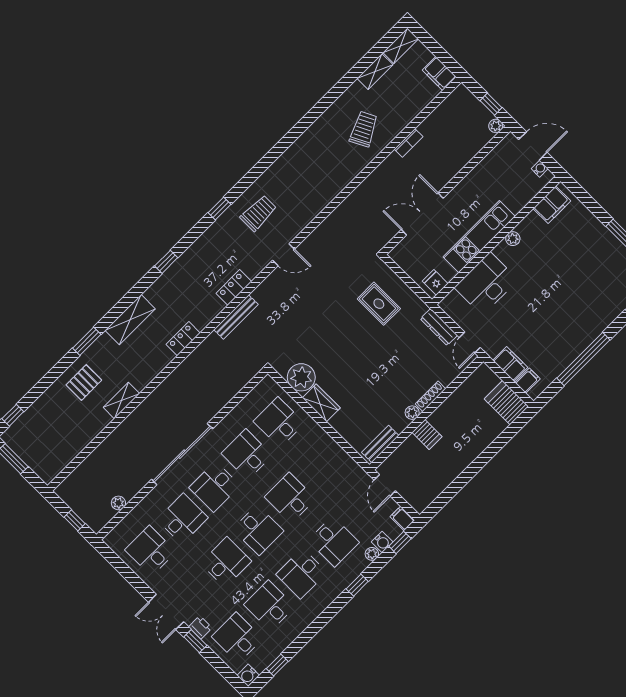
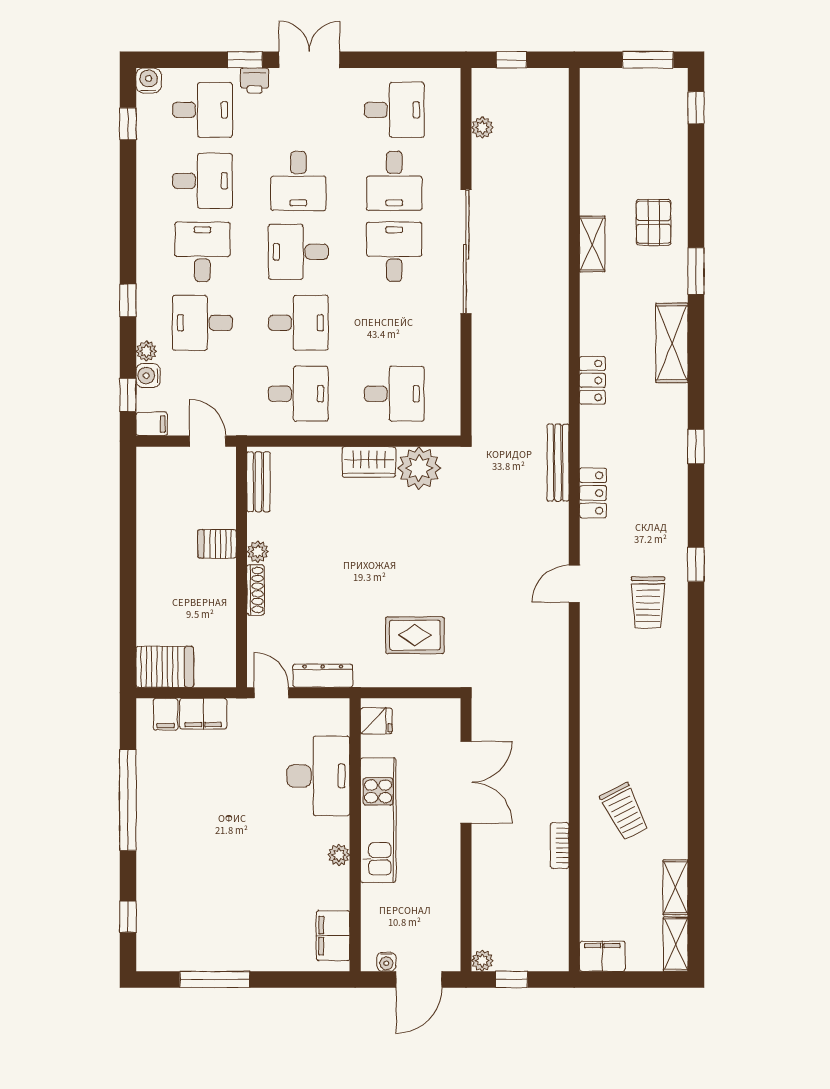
desk: (247, 454) -> (298, 394), moved

